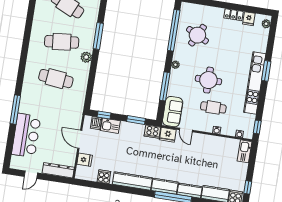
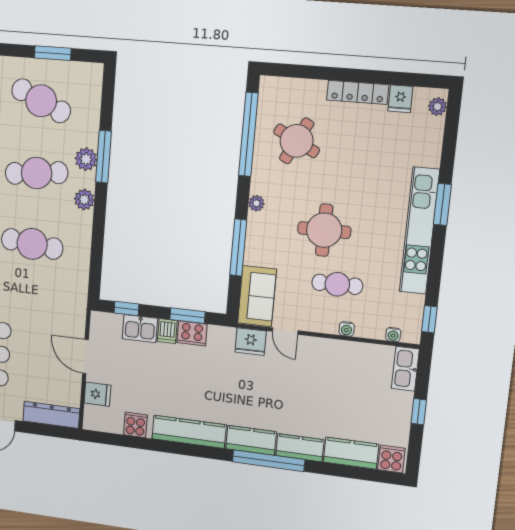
locker: (233, 15) -> (358, 92), width x1.53
plant: (89, 37) -> (86, 159), added
dishwasher: (96, 123) -> (167, 331), moved
cooker: (152, 132) -> (192, 333), moved
window: (248, 187) -> (419, 412), moved

